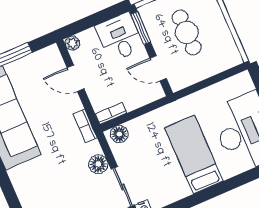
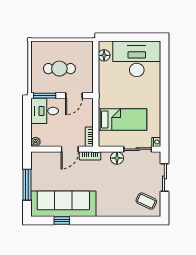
door: (76, 78) -> (70, 149), moved
floor lamp: (119, 134) -> (104, 55), moved
bed: (194, 154) -> (122, 119), moved, turned 180

